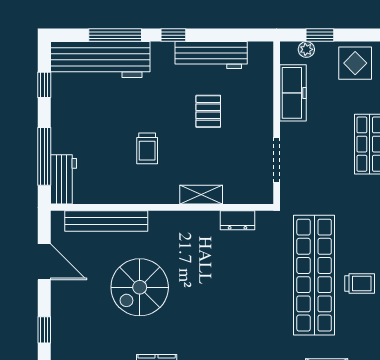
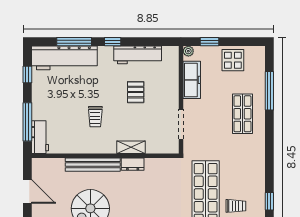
plant: (306, 49) -> (188, 51), moved
dresser: (238, 220) -> (133, 164), moved
bench: (106, 221) -> (93, 165), moved

